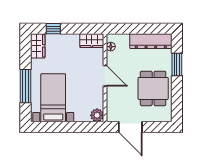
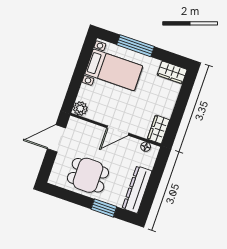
window: (53, 29) -> (184, 94), removed

